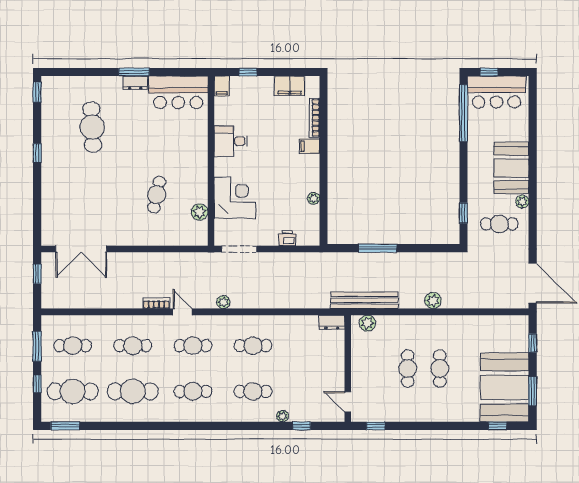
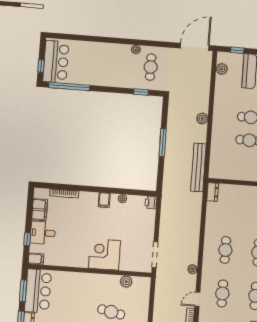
window: (177, 72) -> (23, 291), added
desk: (231, 141) -> (43, 233), moved, turned 90
filing cabinet: (309, 146) -> (104, 200), moved
booth: (511, 168) -> (111, 55), removed
corner desk: (235, 198) -> (104, 254), moved
printer: (287, 238) -> (151, 202), moved
window: (378, 248) -> (163, 143), moved
plant: (367, 323) -> (222, 69), moved

